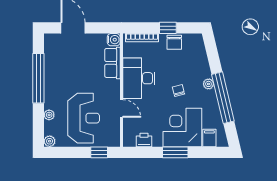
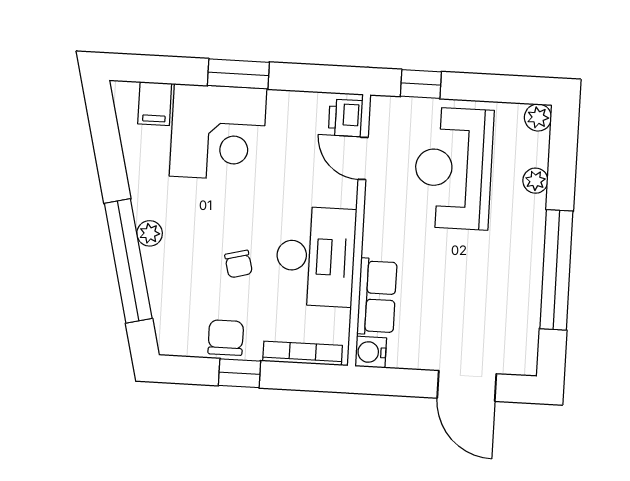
chair: (178, 90) -> (239, 264), moved
window: (223, 98) -> (128, 261), moved
door: (121, 109) -> (363, 158), moved
printer: (144, 140) -> (346, 118), moved, turned 90

